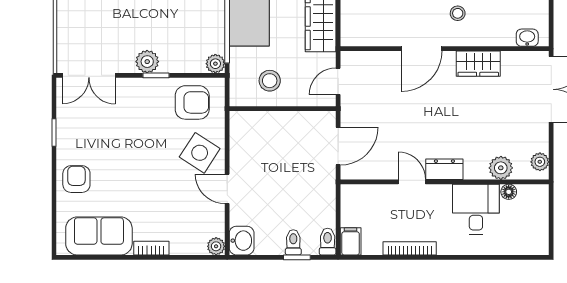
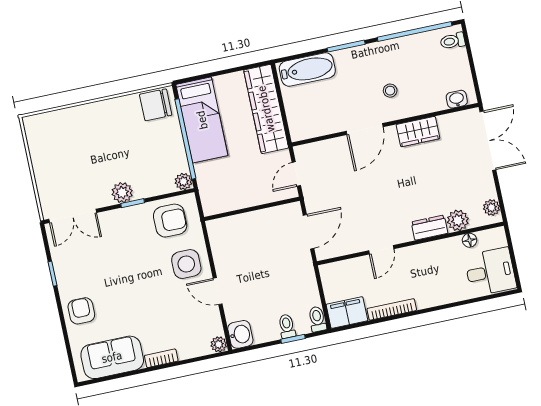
stool: (270, 81) -> (235, 186), removed
side table: (200, 153) -> (186, 264), turned -33
dresser: (444, 169) -> (430, 228), moved
door: (412, 182) -> (381, 250), swing flipped
desk: (476, 209) -> (490, 272), moved, turned 90
filing cabinet: (351, 241) -> (347, 313), width x2.00

